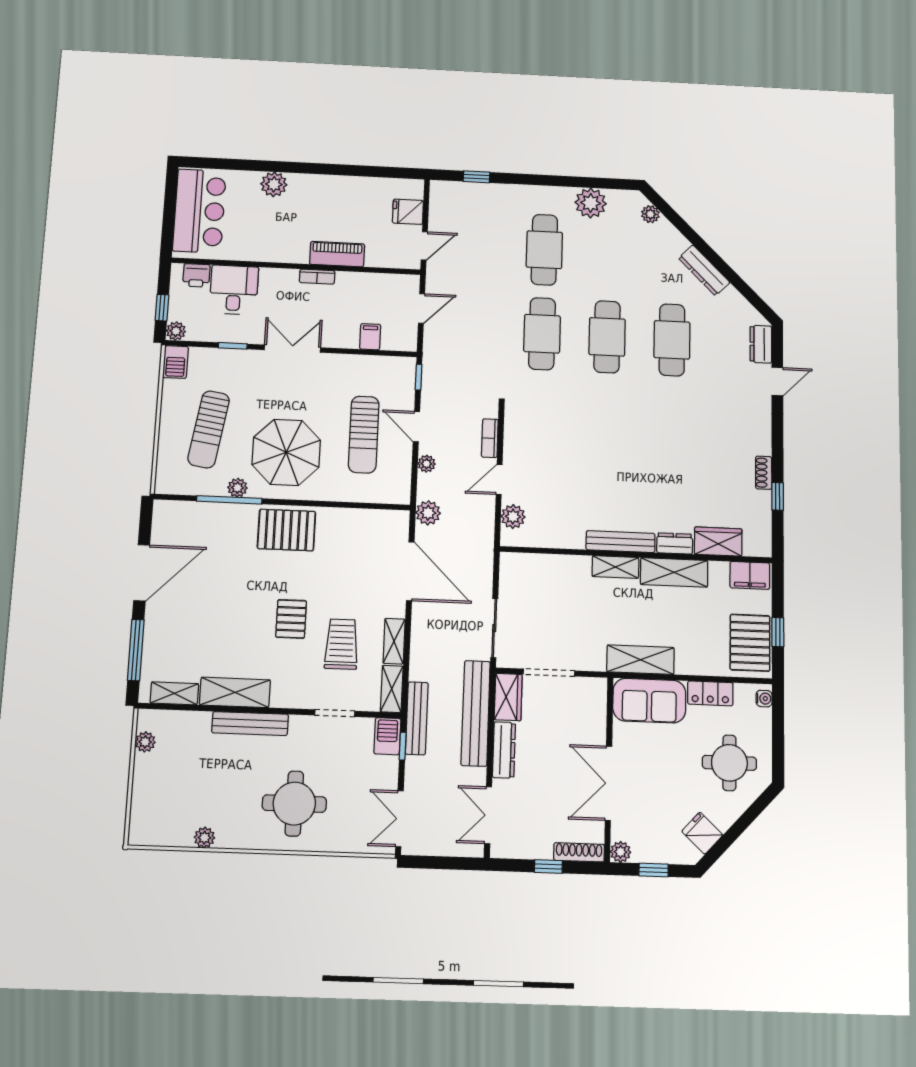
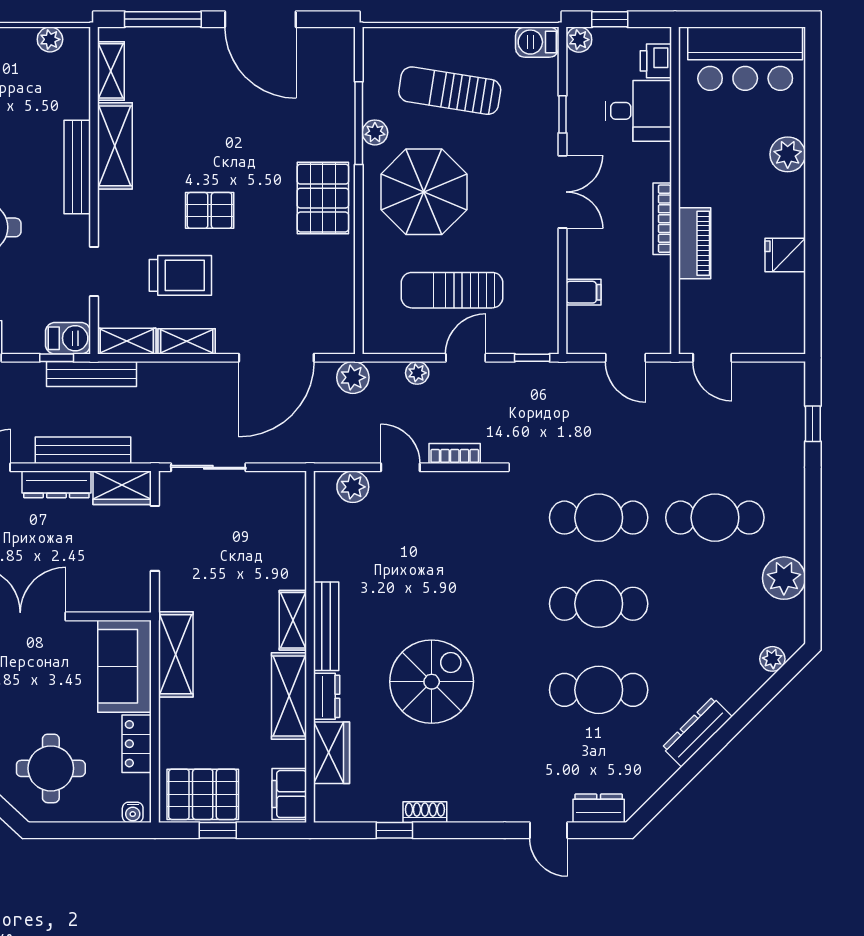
fridge: (408, 212) -> (785, 255), moved, turned -90
bookcase: (317, 277) -> (662, 219), width x1.56
spiral stairs: (664, 463) -> (432, 682), added
bench: (476, 713) -> (83, 450), width x0.73, depth x0.82

